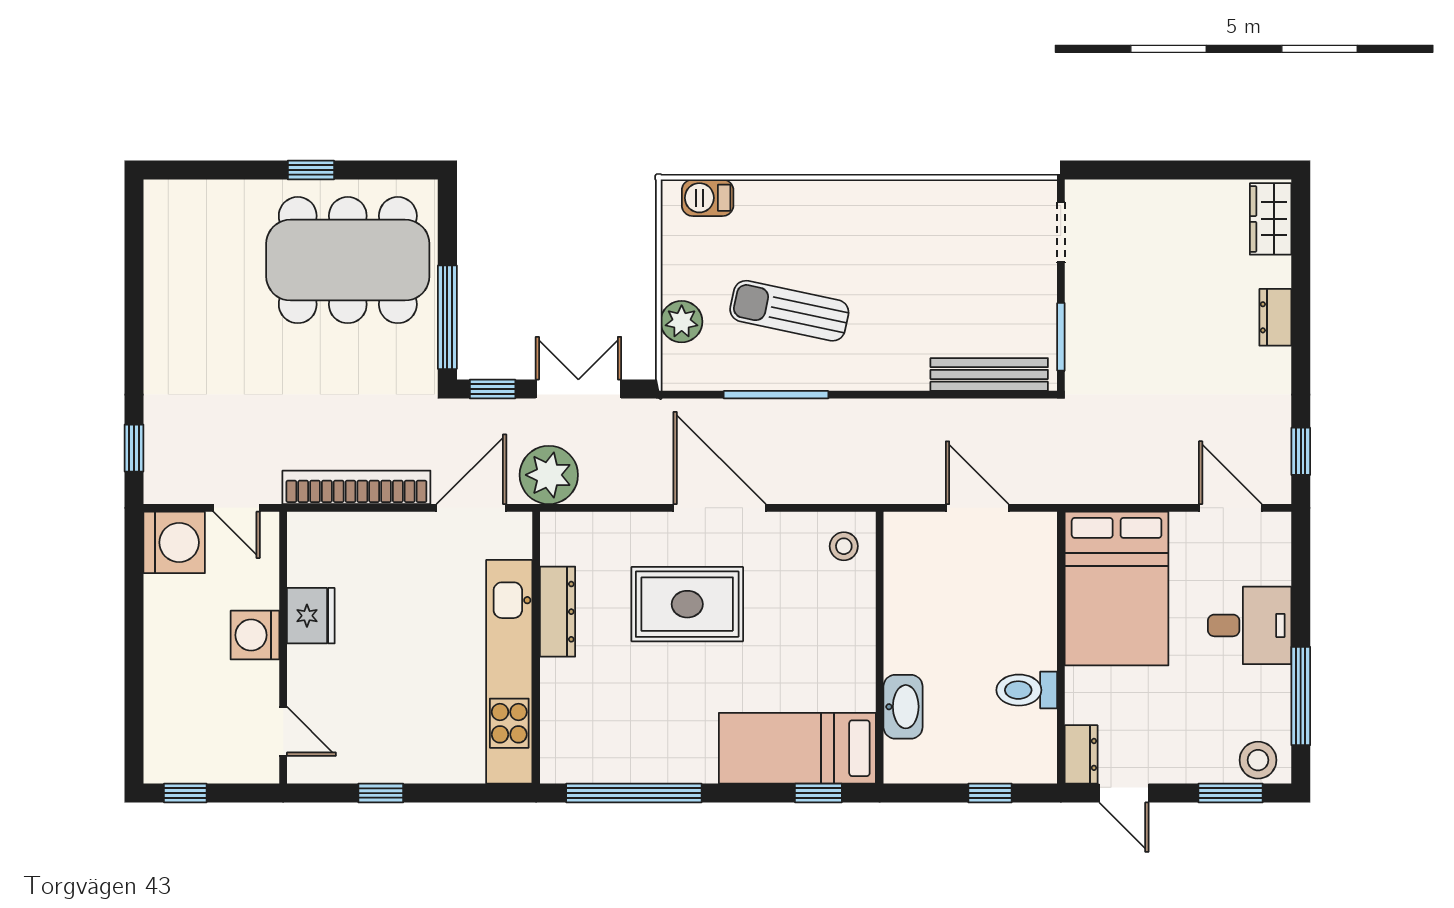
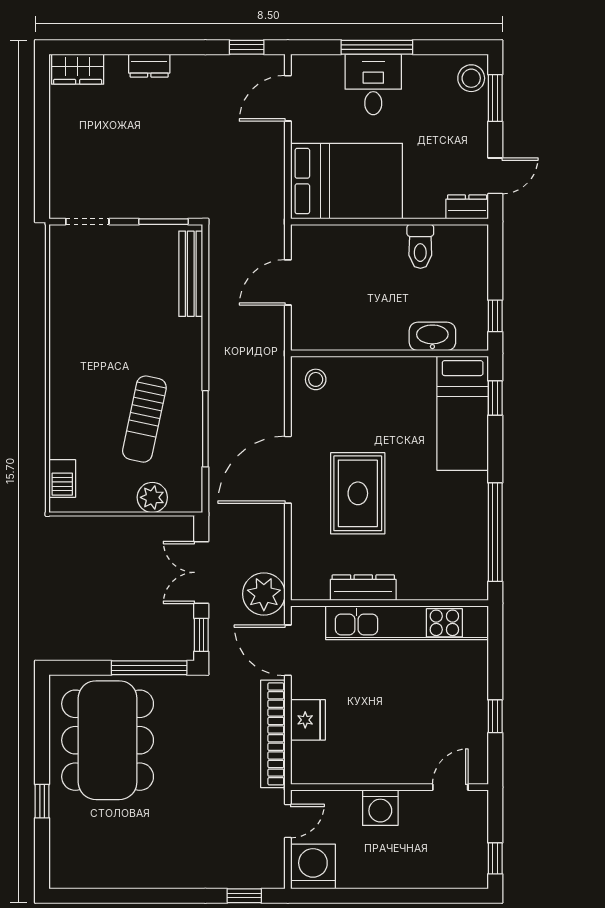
window: (311, 170) -> (42, 801), moved
fridge: (311, 616) -> (308, 720), moved, turned 90
window: (1301, 696) -> (377, 47), moved
window: (990, 793) -> (495, 316), moved

